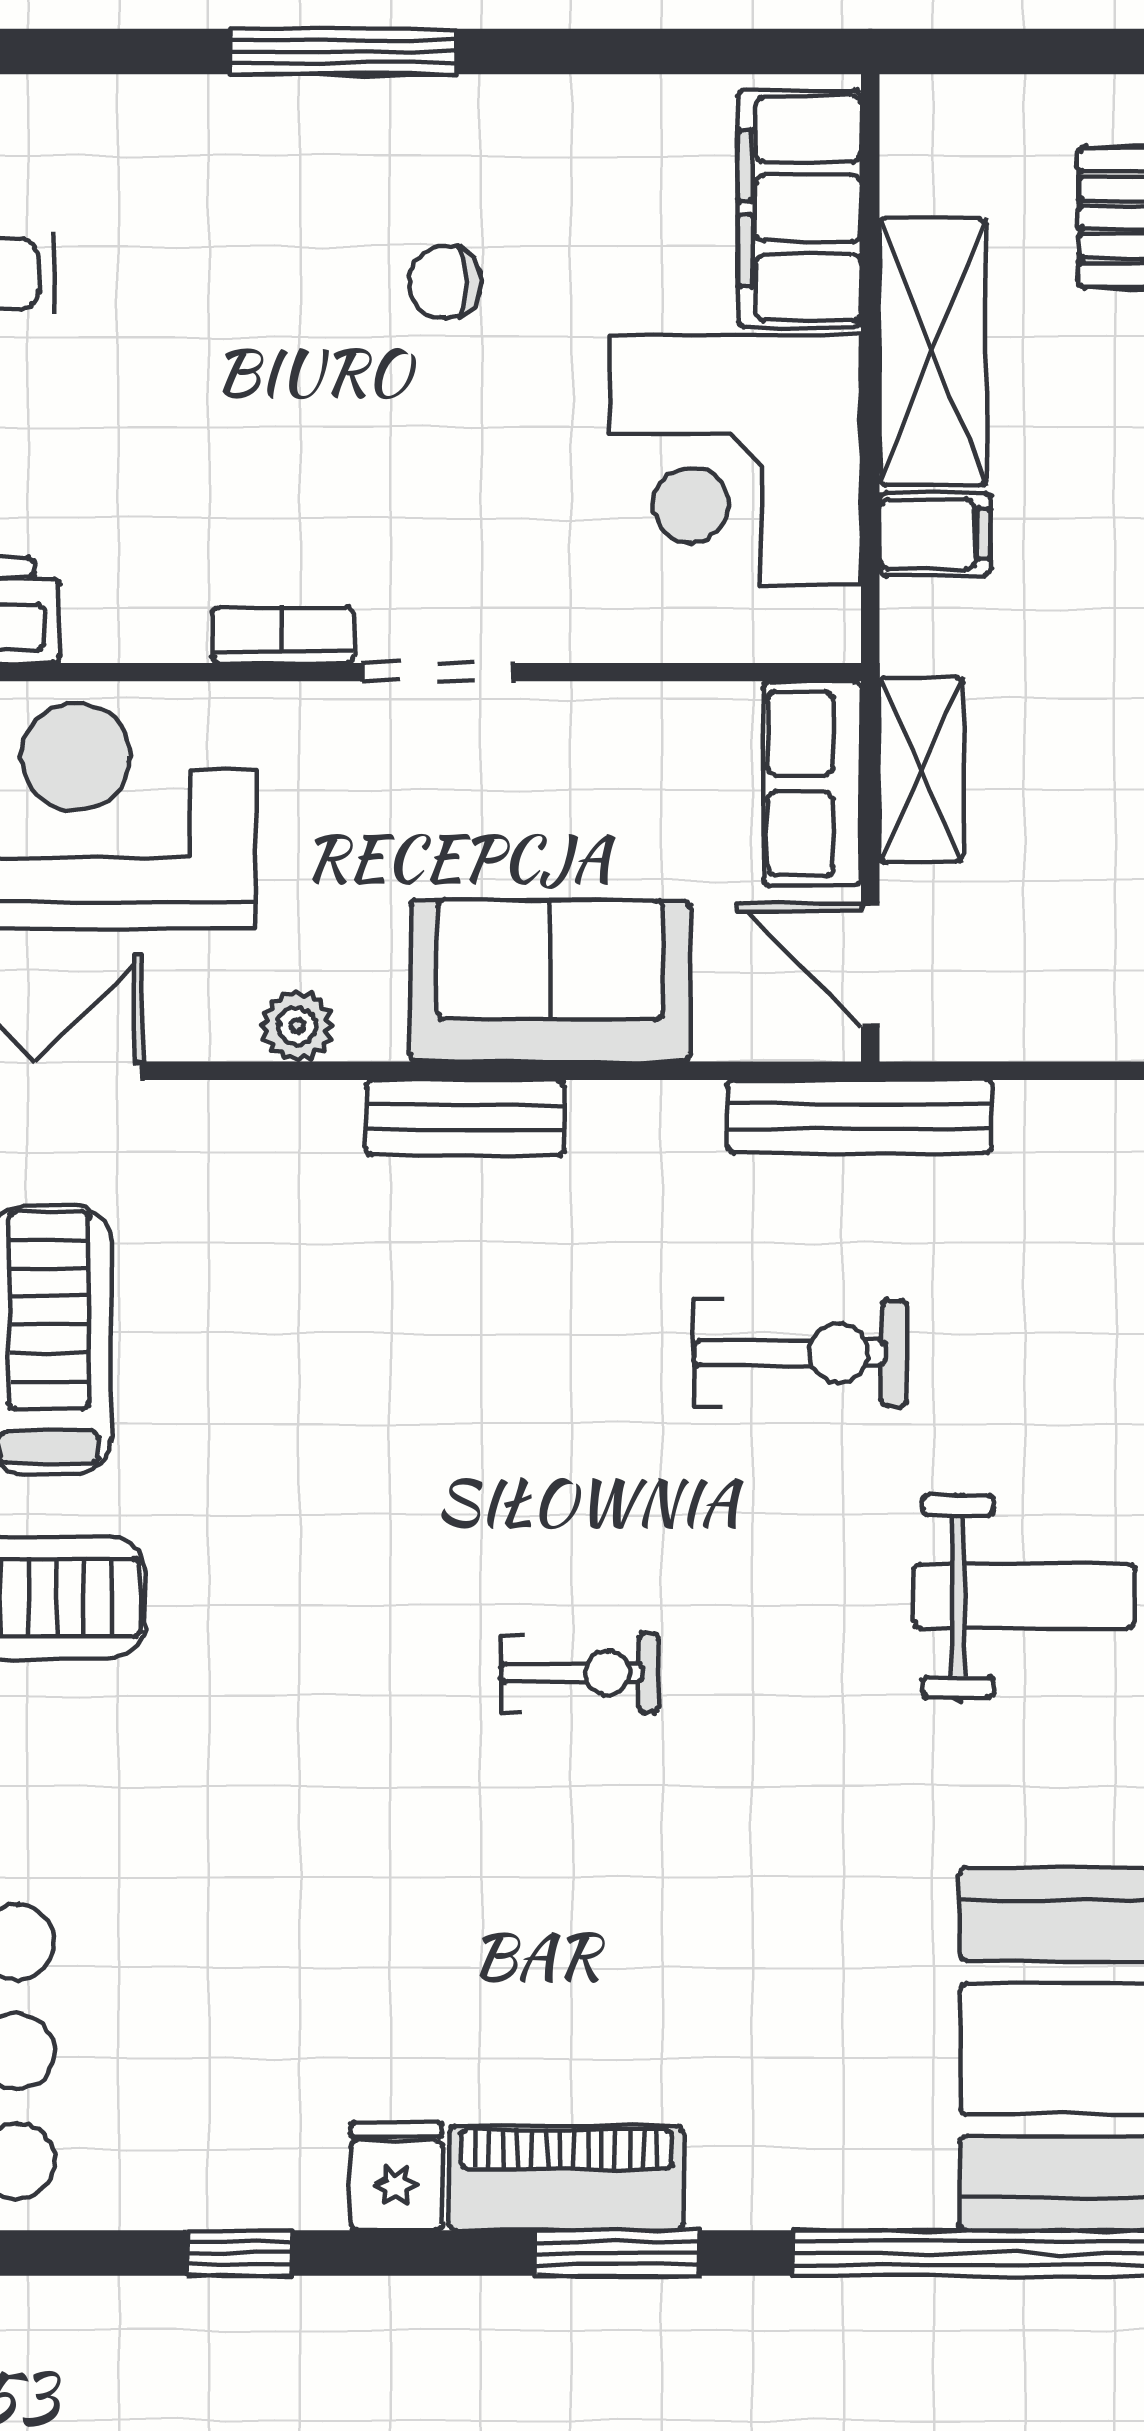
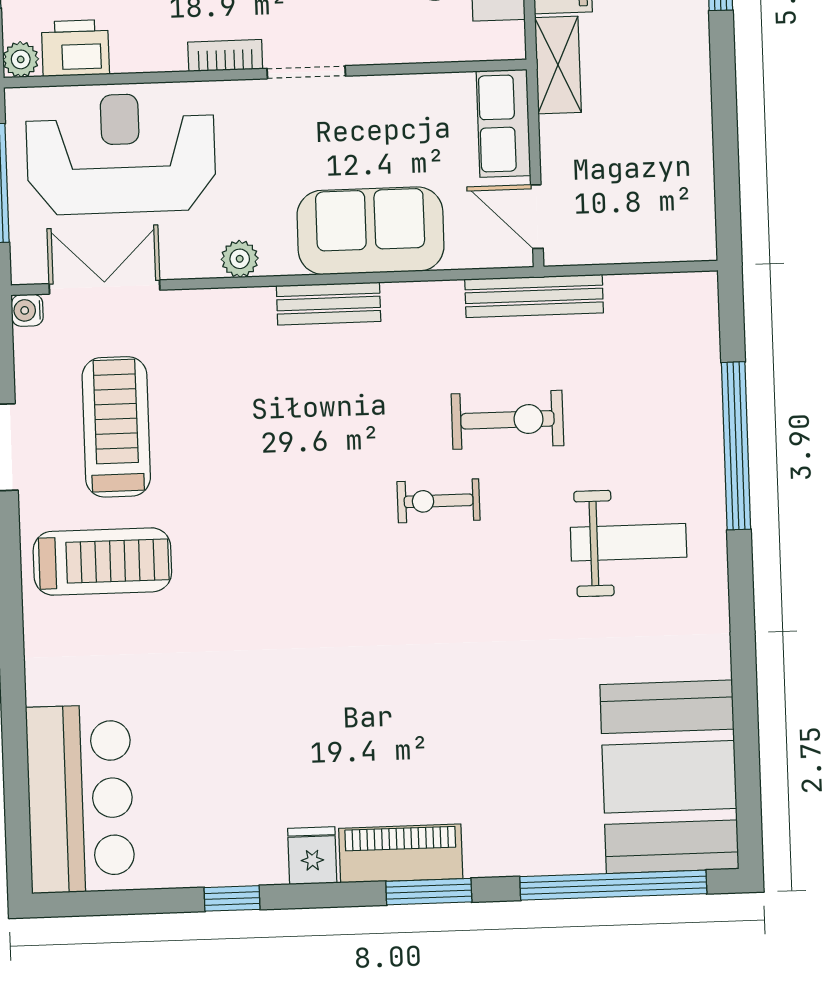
shelving: (921, 770) -> (558, 65), moved
exercise bike: (580, 1673) -> (439, 501), moved, turned 180

